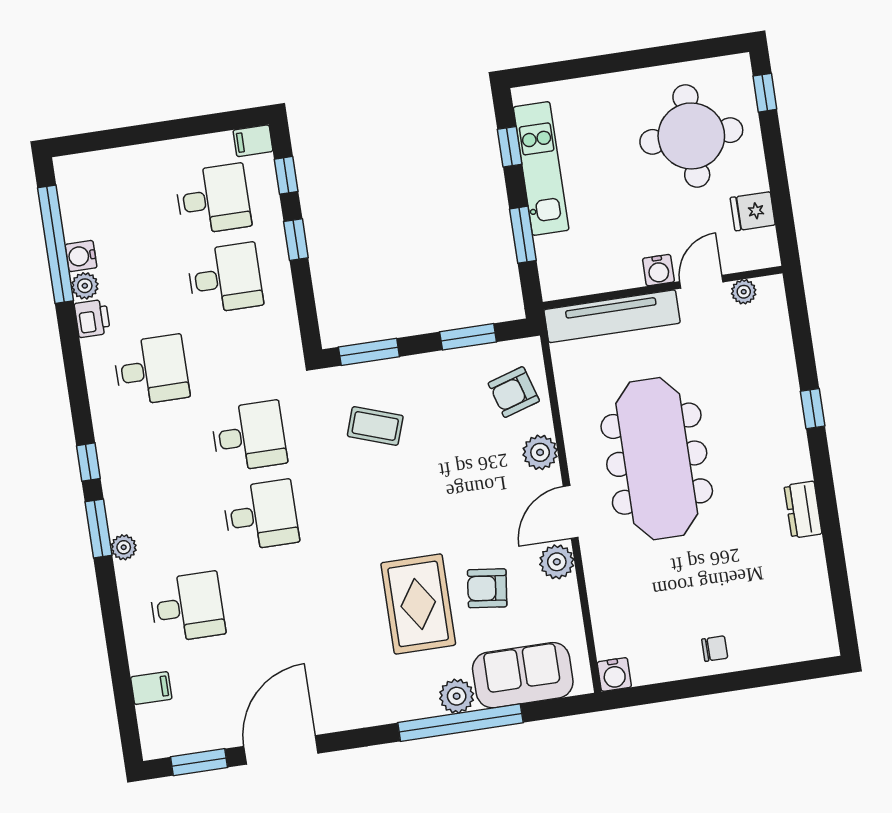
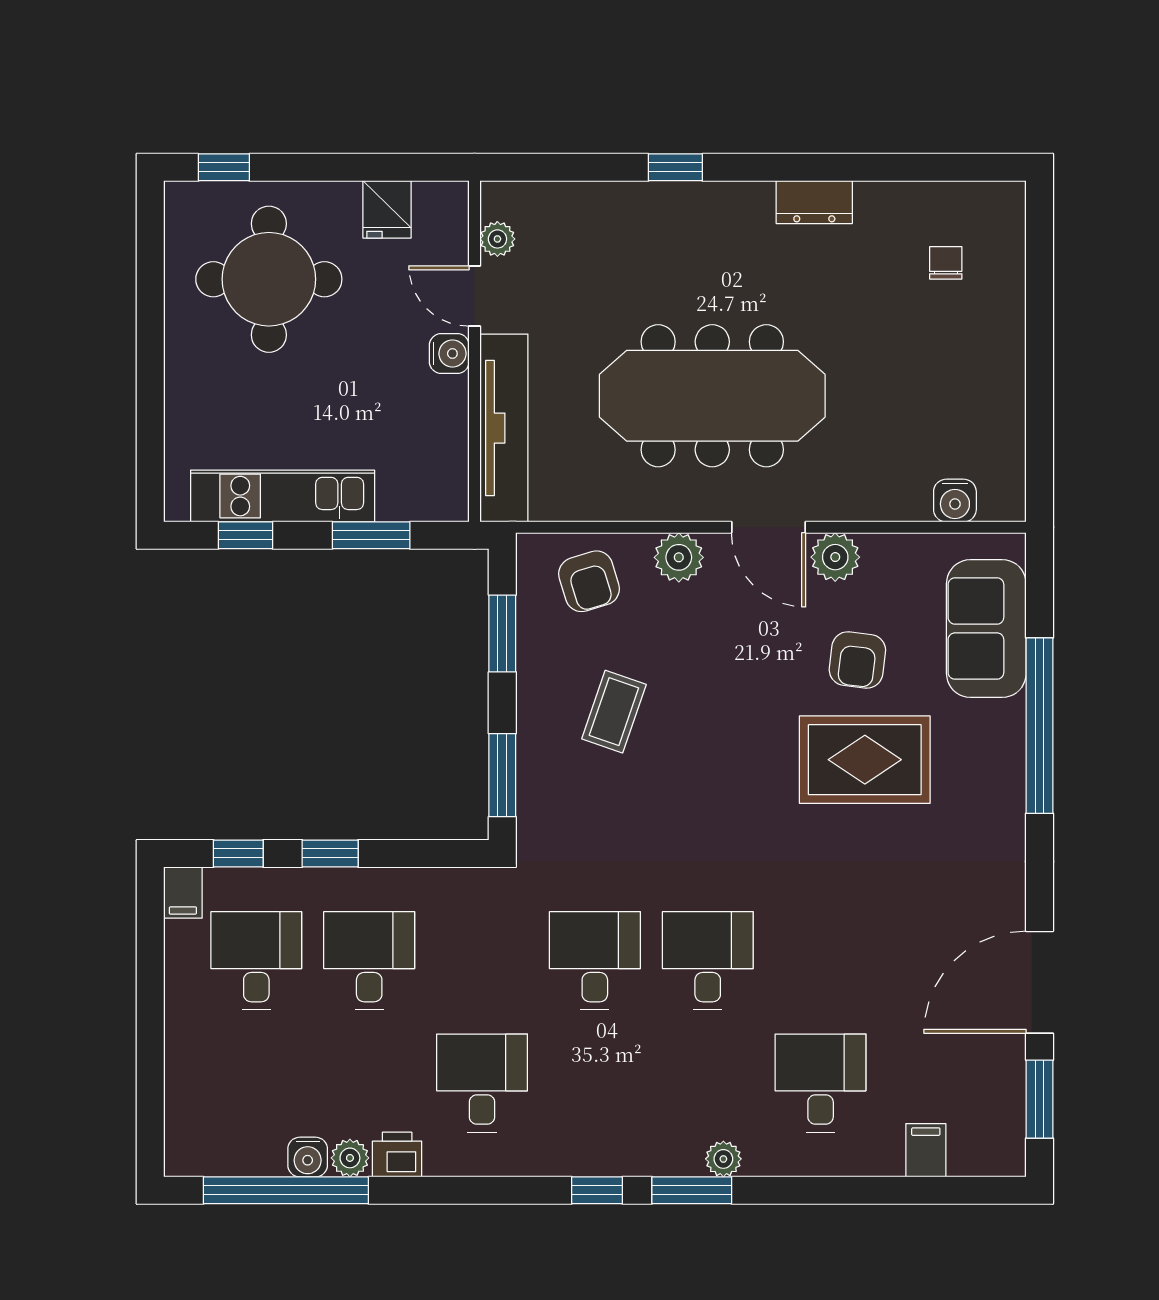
coffee table: (375, 426) -> (614, 712), moved
chair: (715, 649) -> (946, 263), moved
water cooler: (614, 674) -> (955, 501), moved, turned 90
plant: (457, 696) -> (1002, 725), removed
door: (281, 750) -> (1039, 982), hinge flipped

